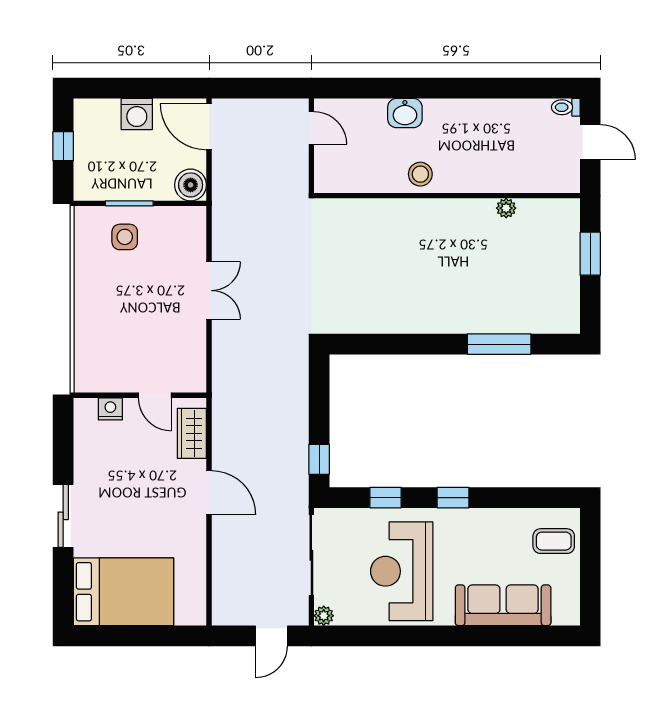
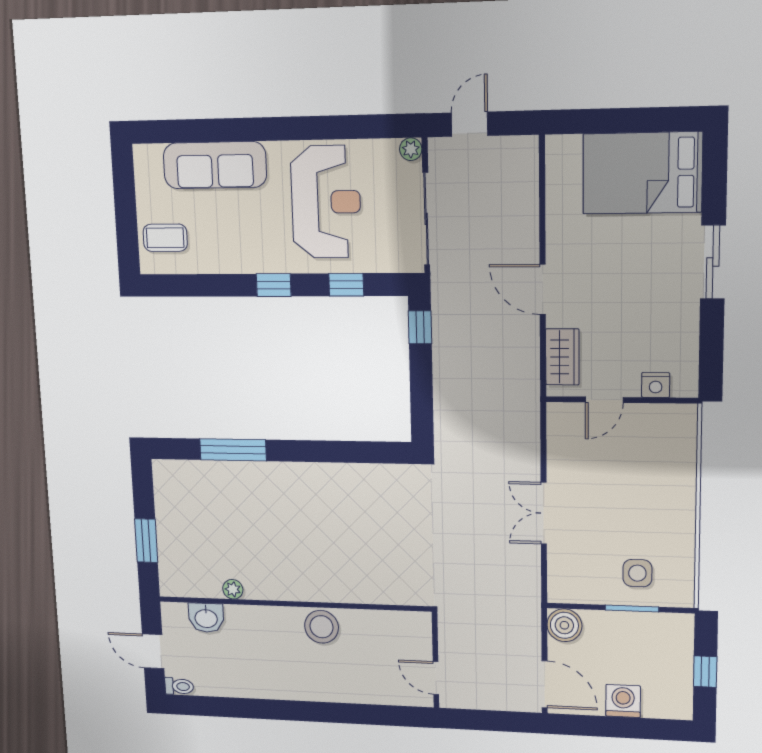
washbasin: (405, 113) -> (206, 618), moved, turned 180
stool: (420, 174) -> (322, 627), width x1.38, depth x1.38
door: (155, 395) -> (604, 400), swing flipped

